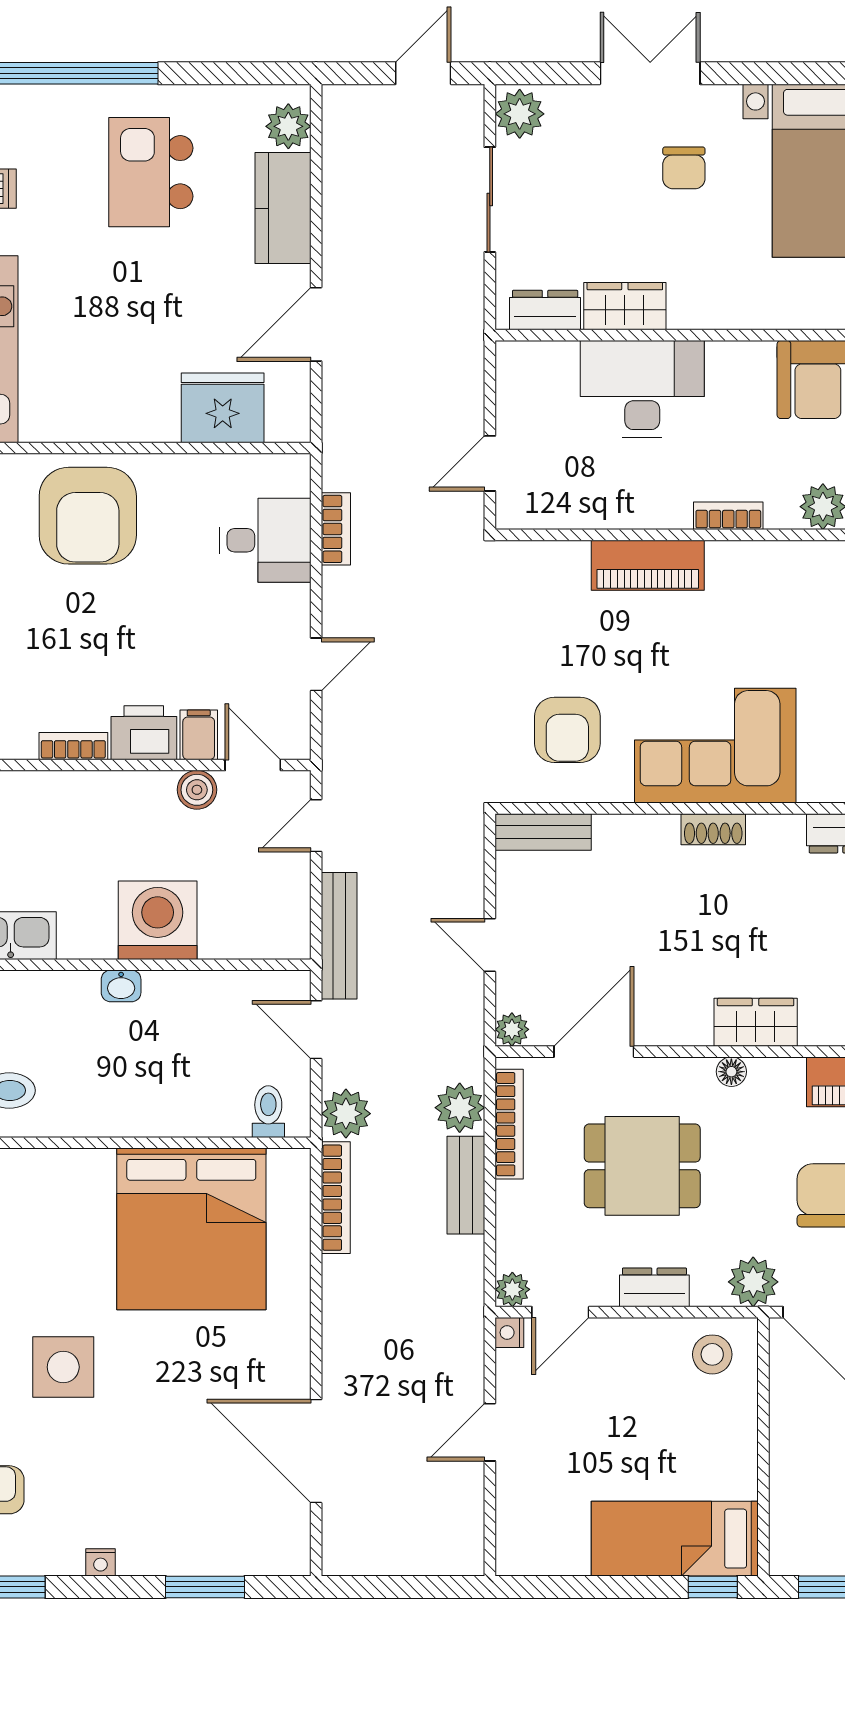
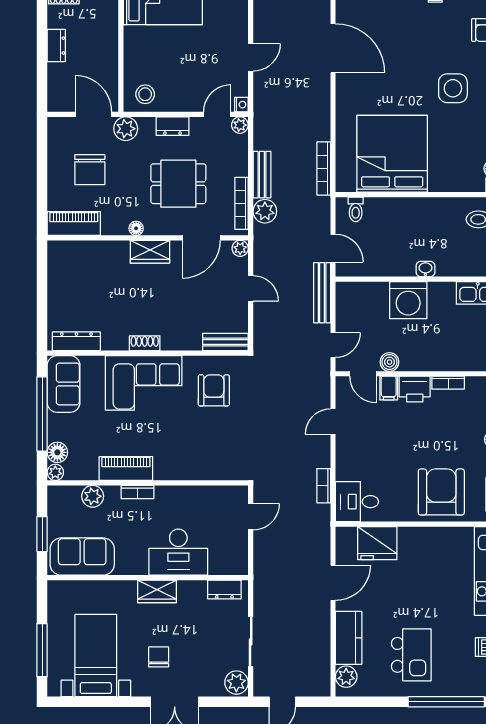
wardrobe: (625, 306) -> (157, 591), moved
desk: (265, 540) -> (357, 502), moved
piano: (648, 565) -> (126, 468), moved
wardrobe: (756, 1022) -> (150, 252), moved
plant: (346, 1114) -> (319, 208), removed

